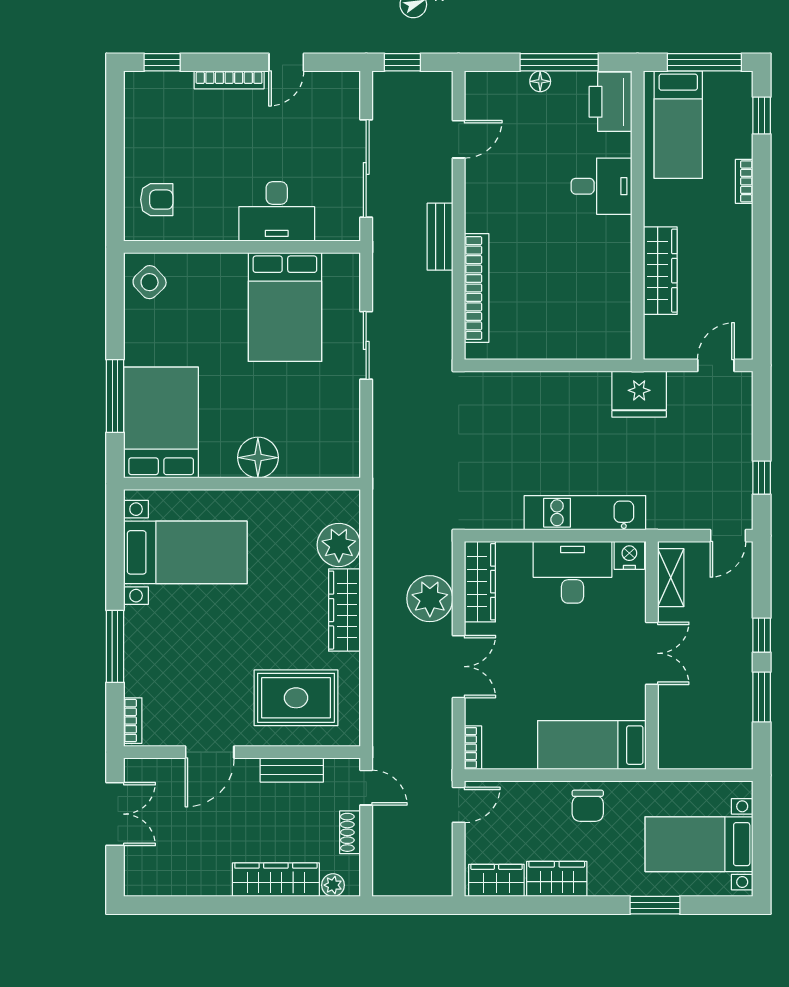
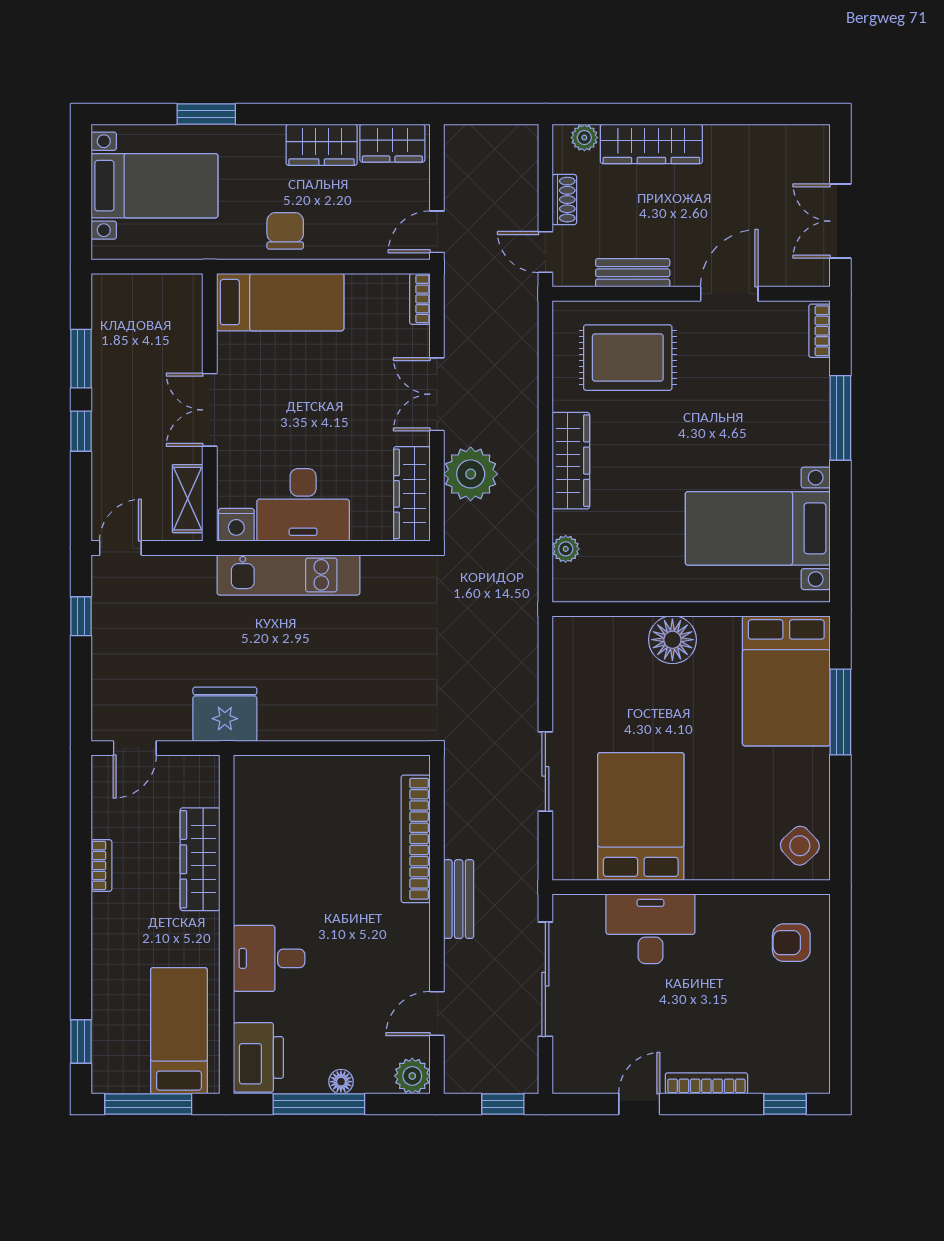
plant: (480, 86) -> (412, 1076), added
bookcase: (744, 181) -> (101, 865), moved
plant: (339, 545) -> (566, 549), width x0.53, depth x0.53

